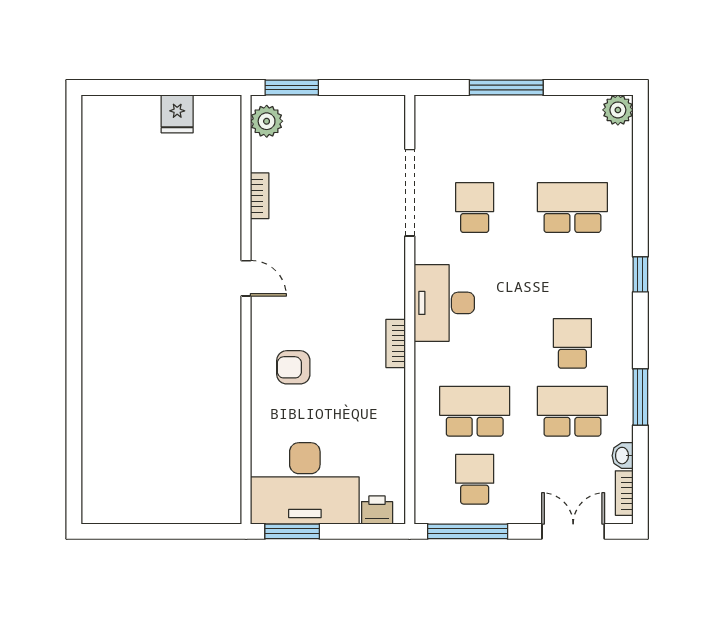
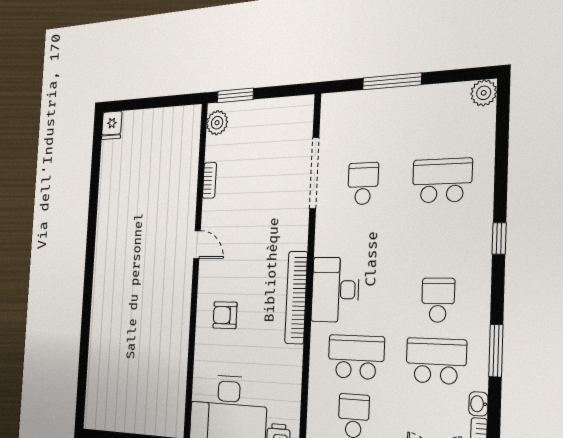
fridge: (177, 114) -> (112, 125), moved
desk: (444, 303) -> (335, 290), moved
bookcase: (396, 343) -> (296, 297), width x2.31, depth x1.31

